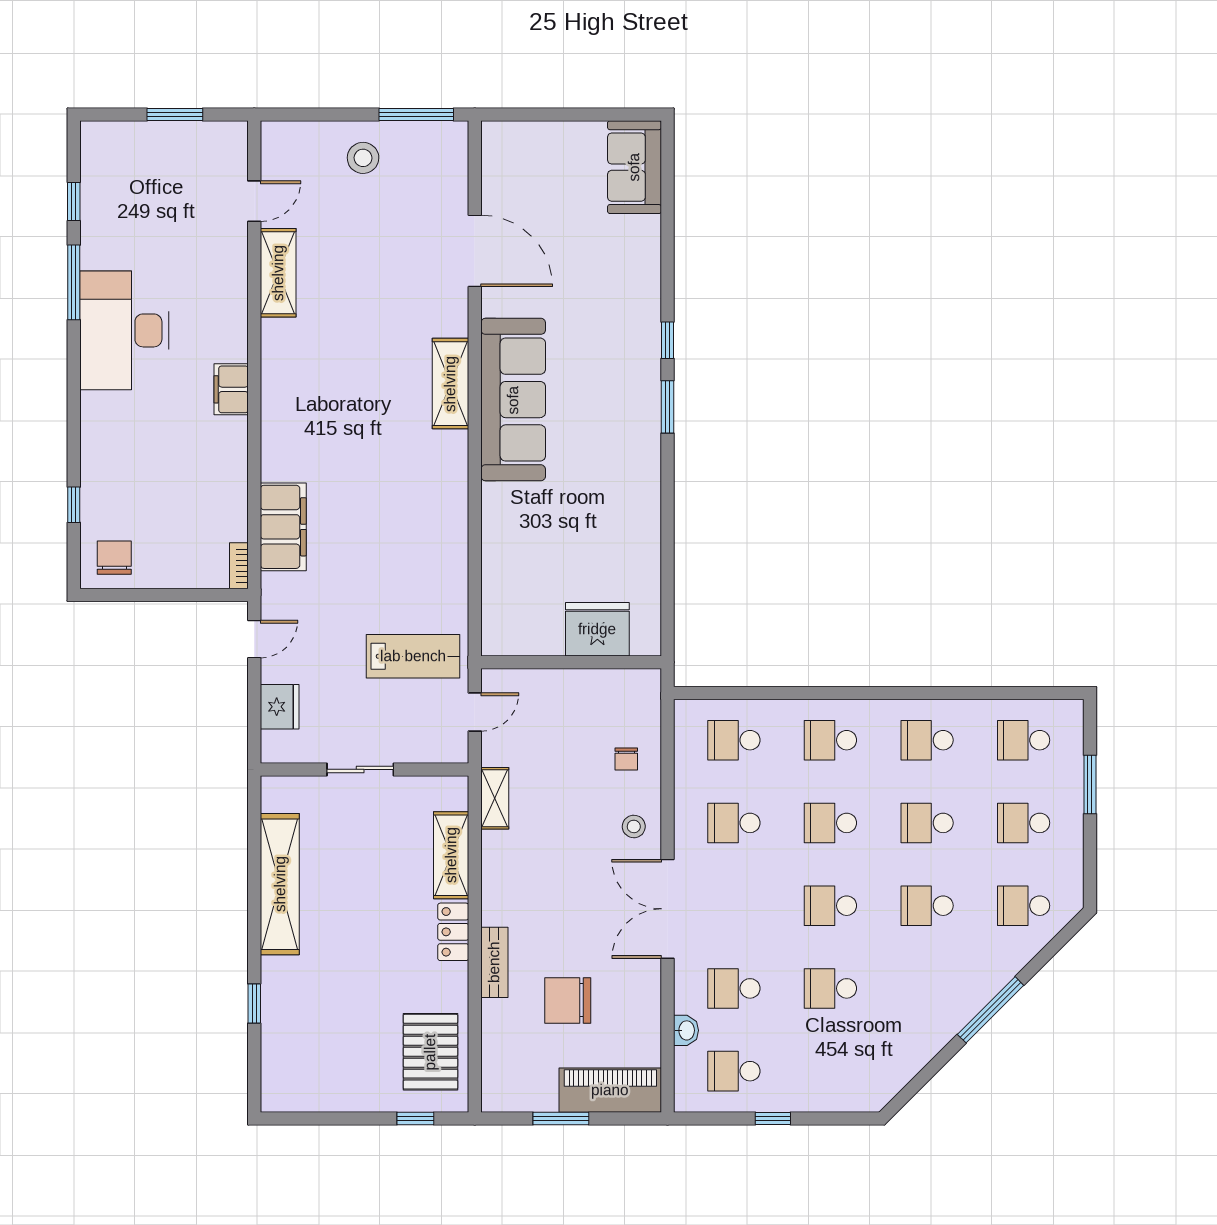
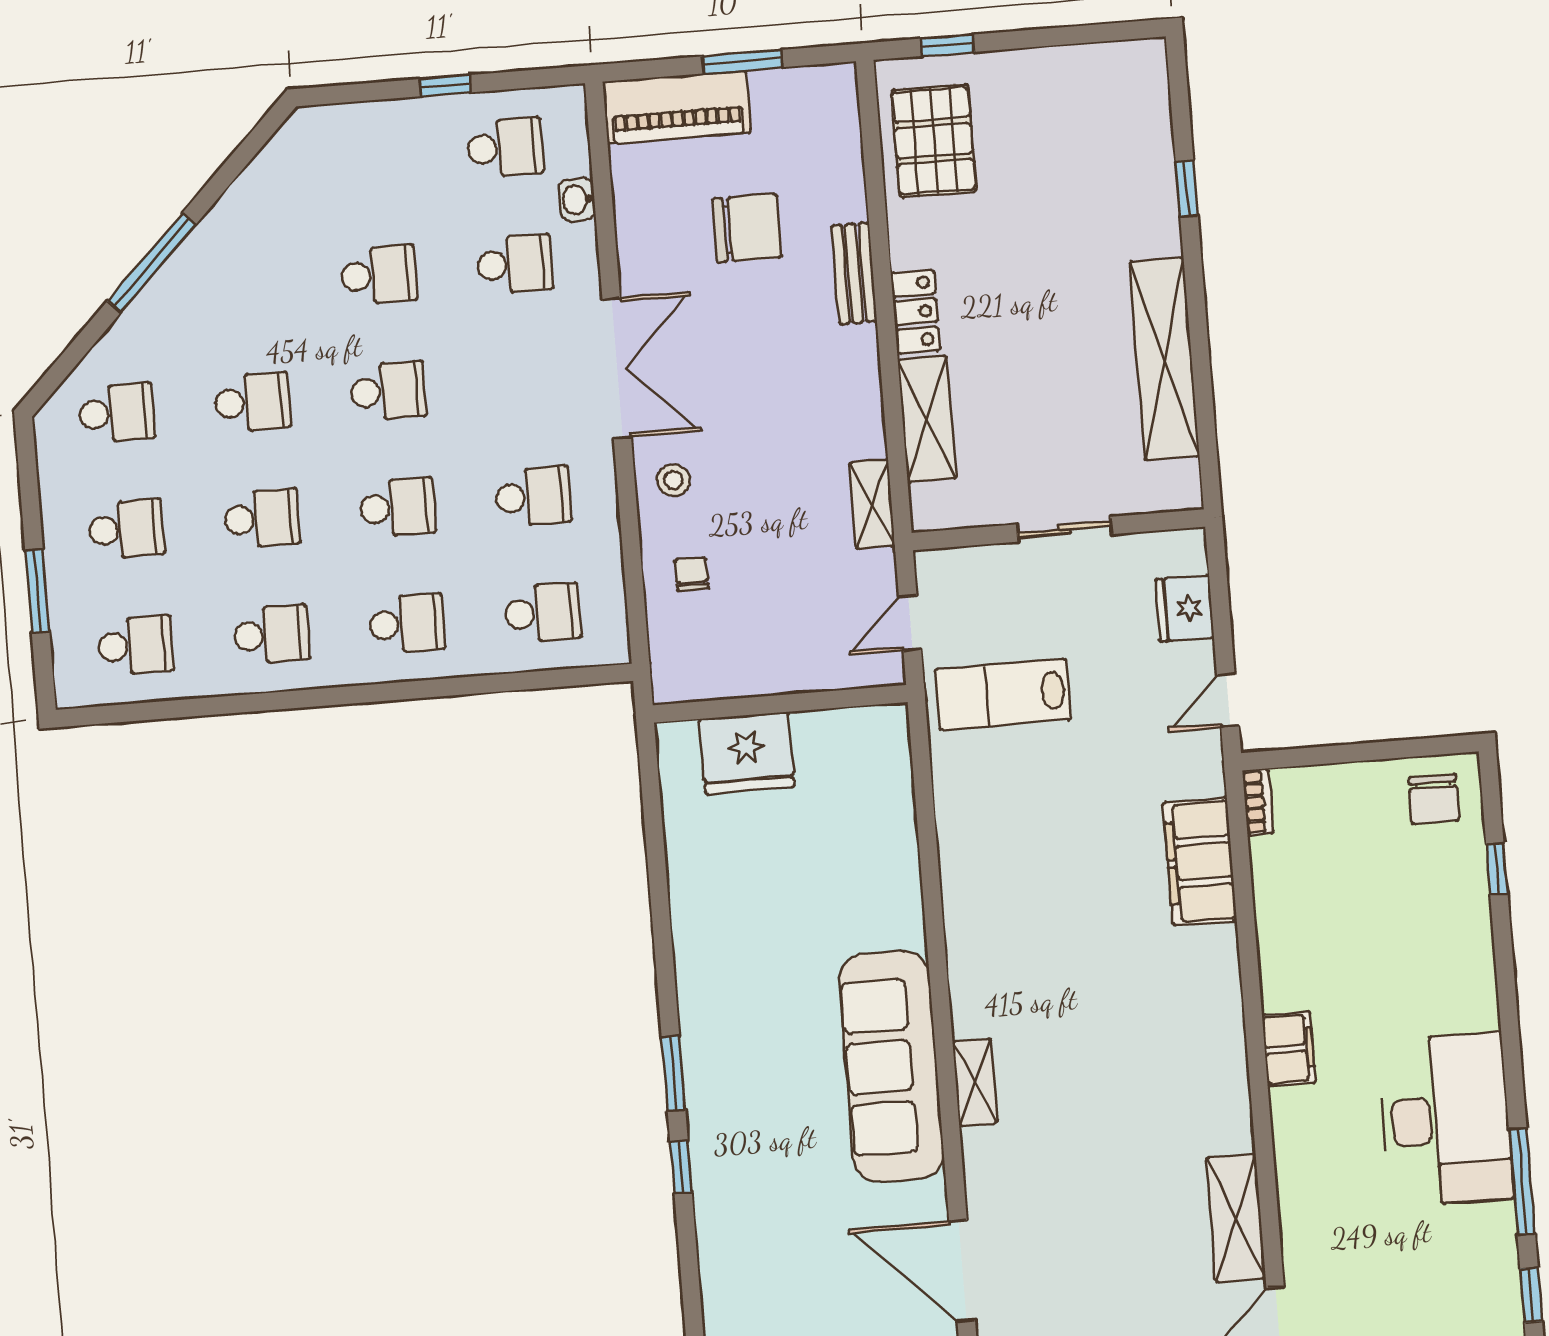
shelving: (450, 384) -> (975, 1082), width x0.67, depth x0.75

